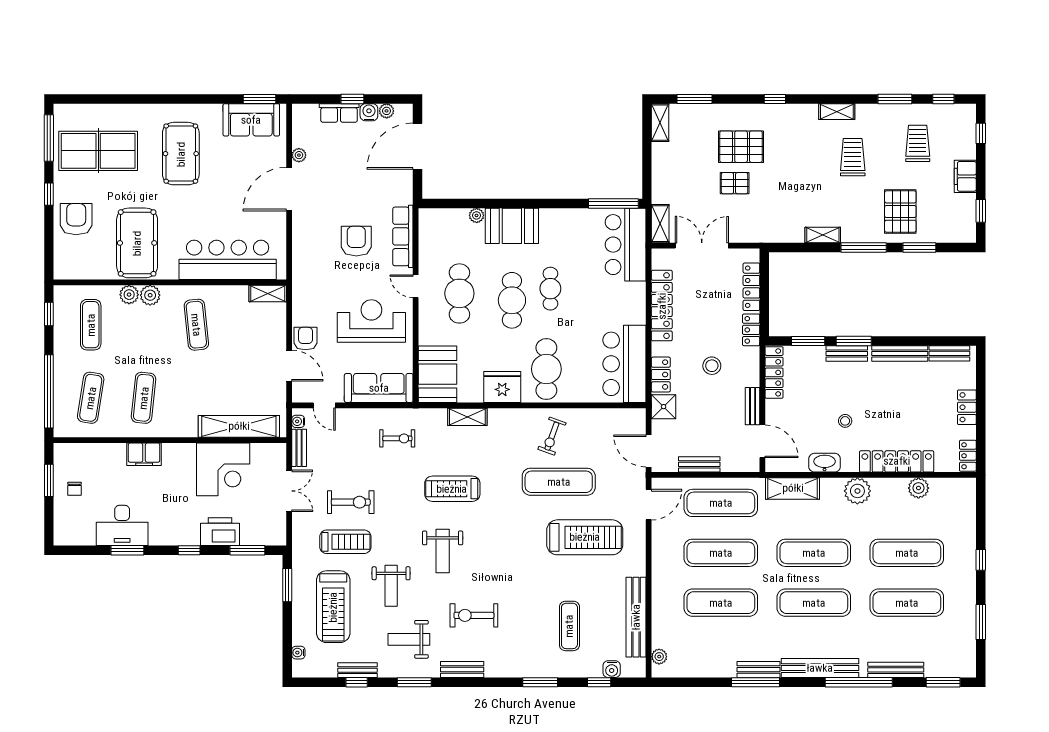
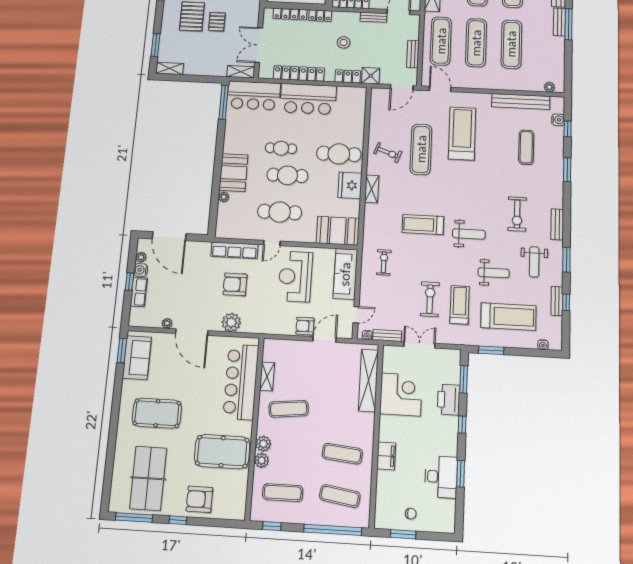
plant: (305, 240) -> (231, 322), added
shelving: (268, 294) -> (267, 376), moved
bar counter: (624, 364) -> (308, 99), moved
shelving: (467, 417) -> (372, 189), moved
treadmill: (452, 489) -> (423, 225), turned 90
exercise mat: (569, 626) -> (526, 147), turned 90

